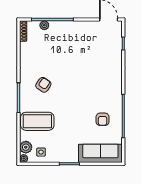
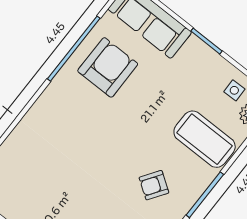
armchair: (103, 119) -> (108, 67), width x1.88, depth x1.88

